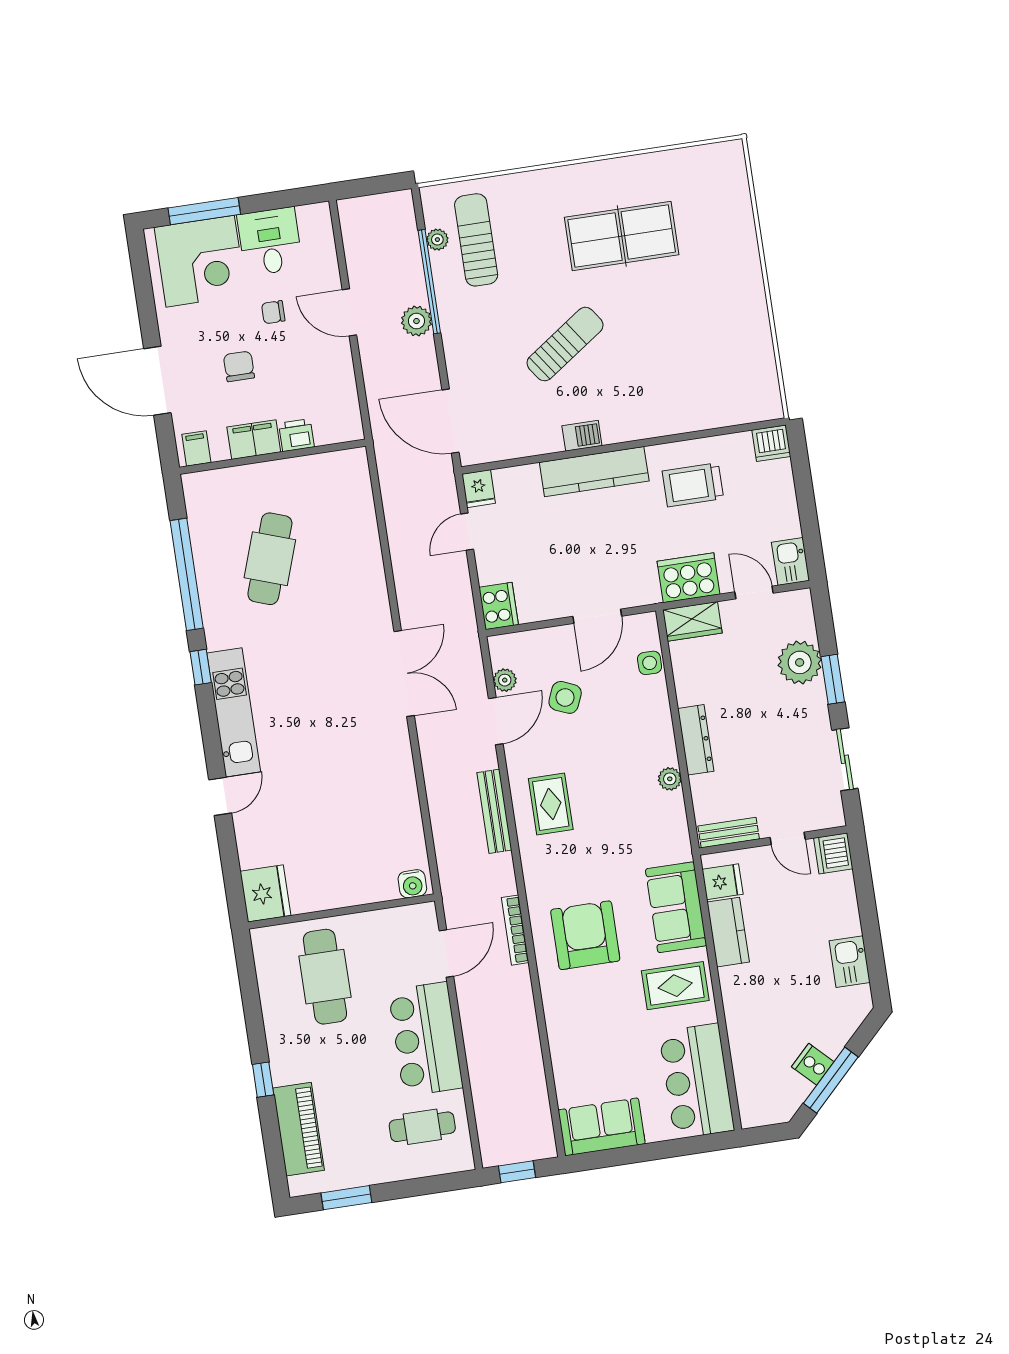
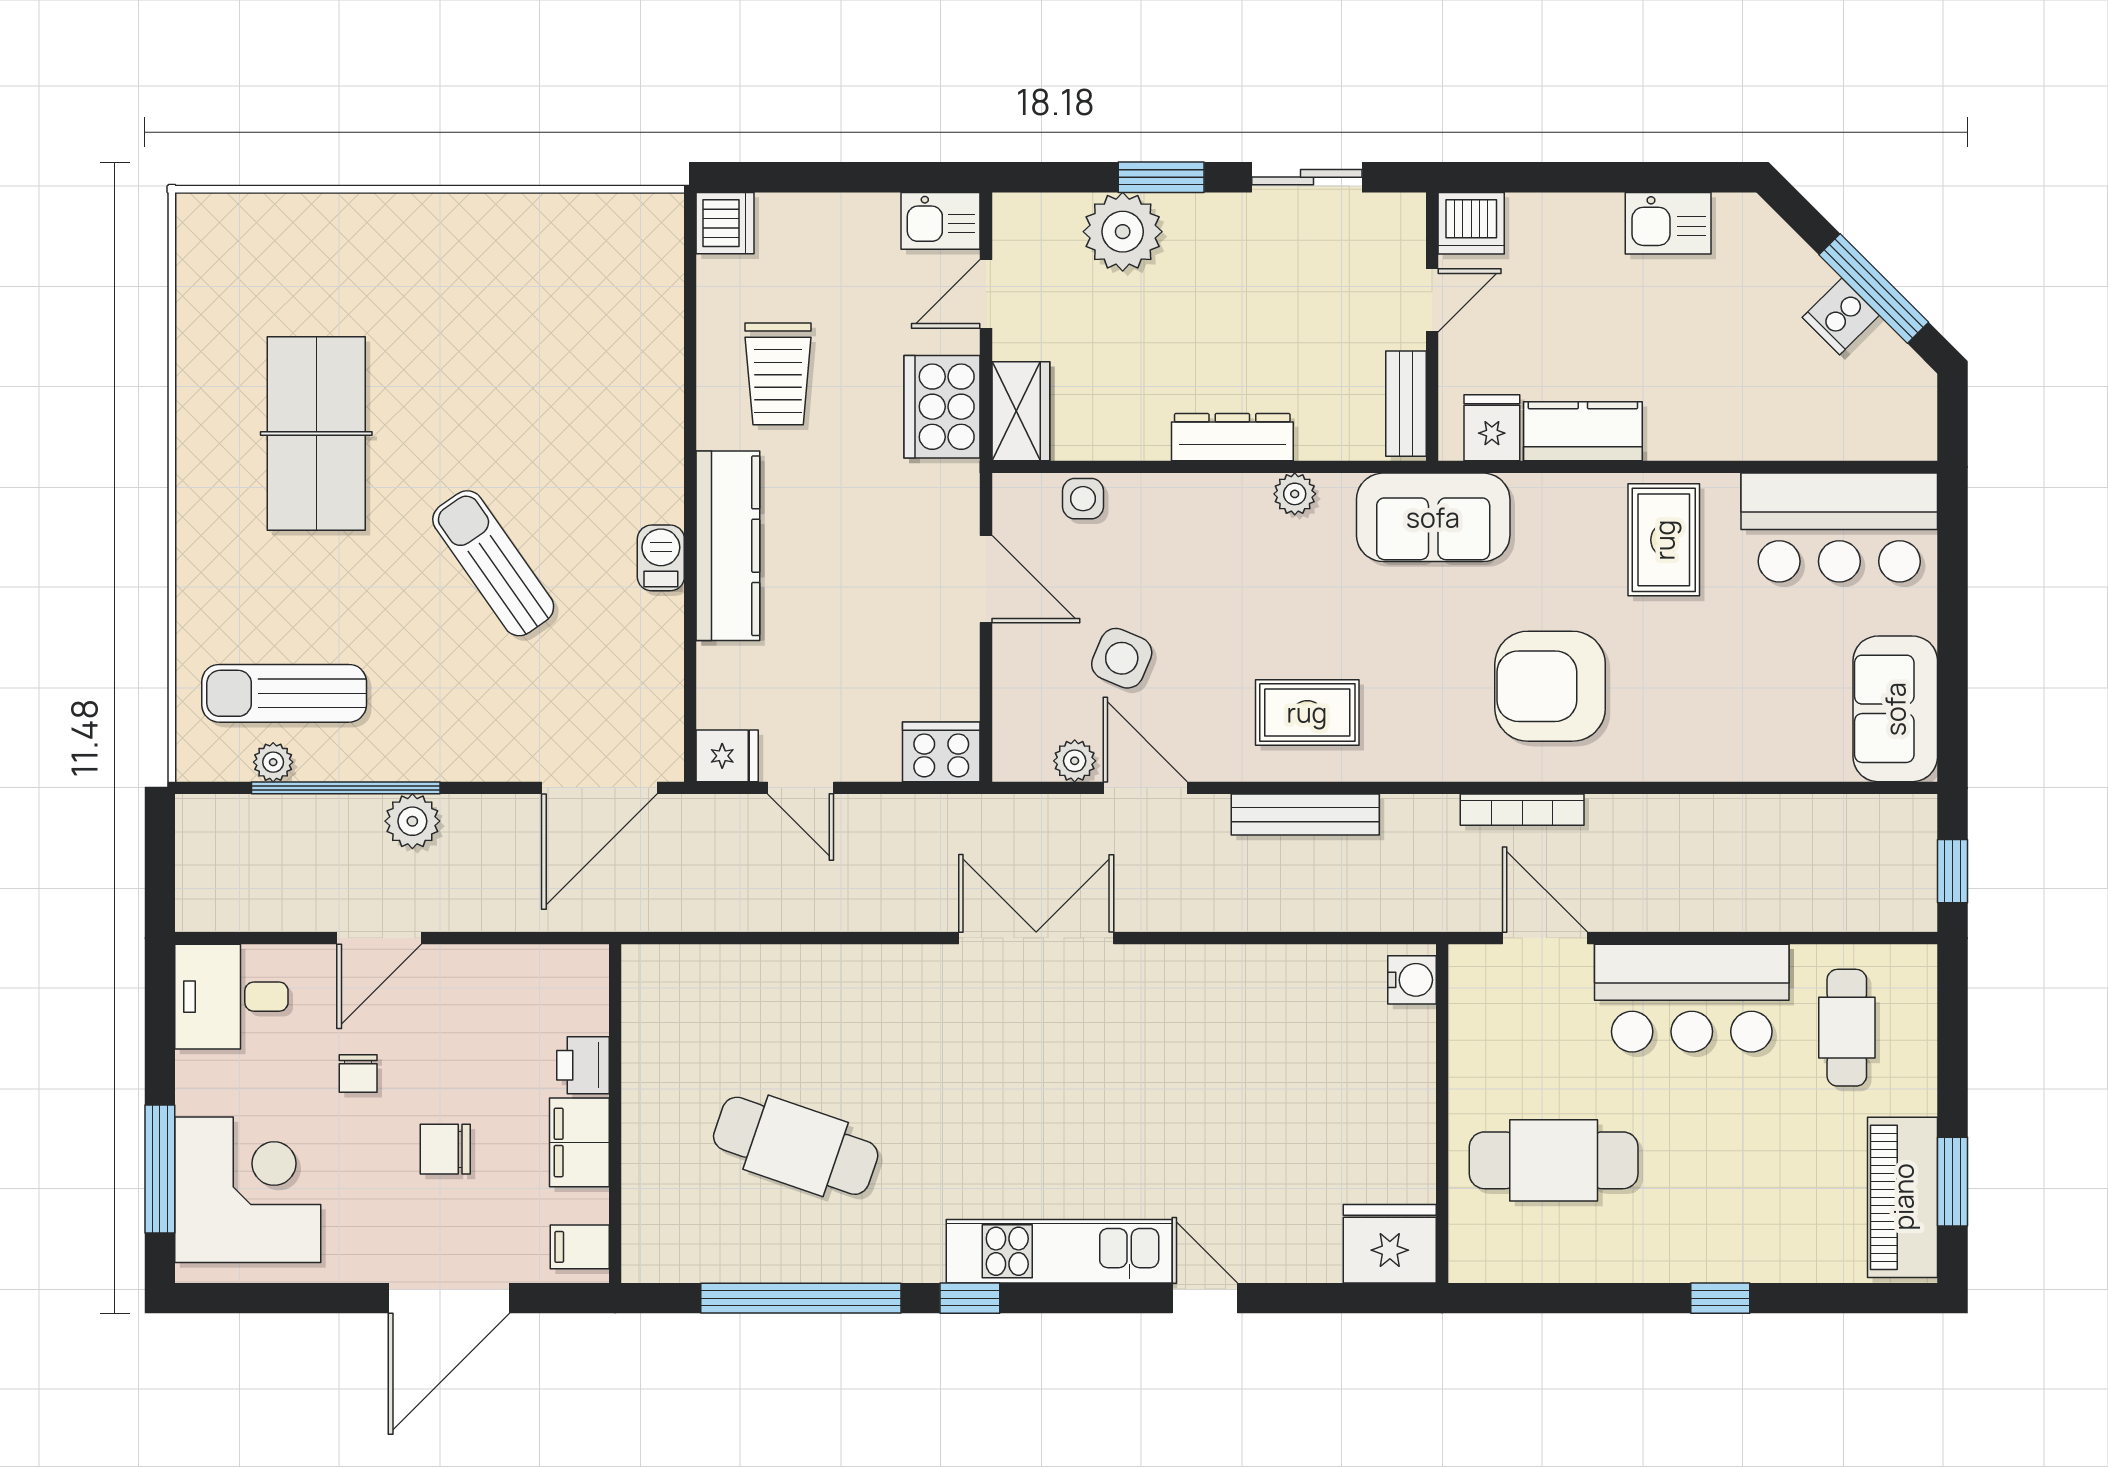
desk: (270, 241) -> (231, 997), moved
sofa: (676, 907) -> (1433, 517), moved
piano: (299, 1129) -> (1903, 1197), moved, turned -90

